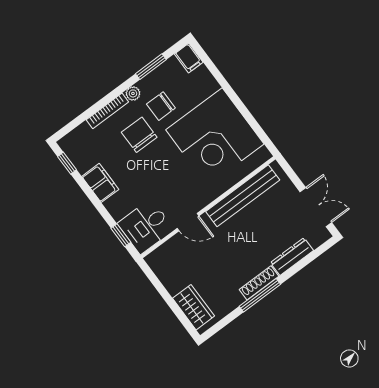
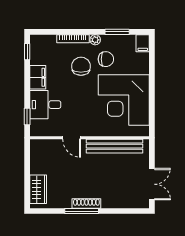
chair: (161, 106) -> (106, 59), turned 180
desk: (146, 226) -> (45, 105), moved
dresser: (292, 256) -> (117, 202), removed

